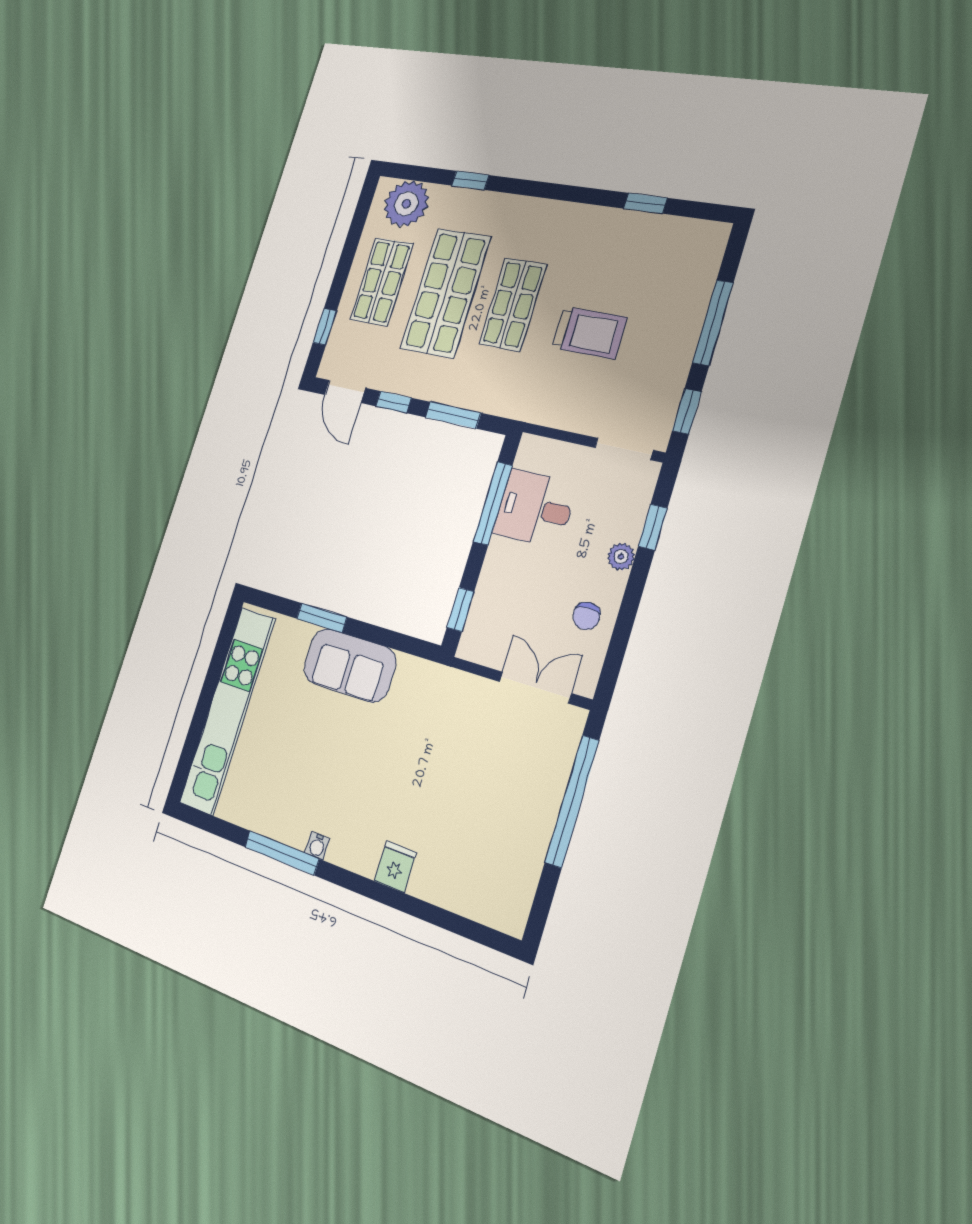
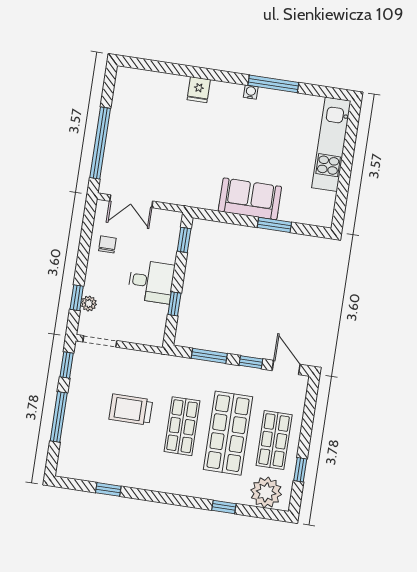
window: (325, 327) -> (300, 470), moved
window: (493, 503) -> (174, 304), width x0.46
desk: (535, 508) -> (151, 282), moved
plant: (621, 557) -> (89, 304), moved
kitchen unit: (228, 710) -> (331, 144), width x0.73

